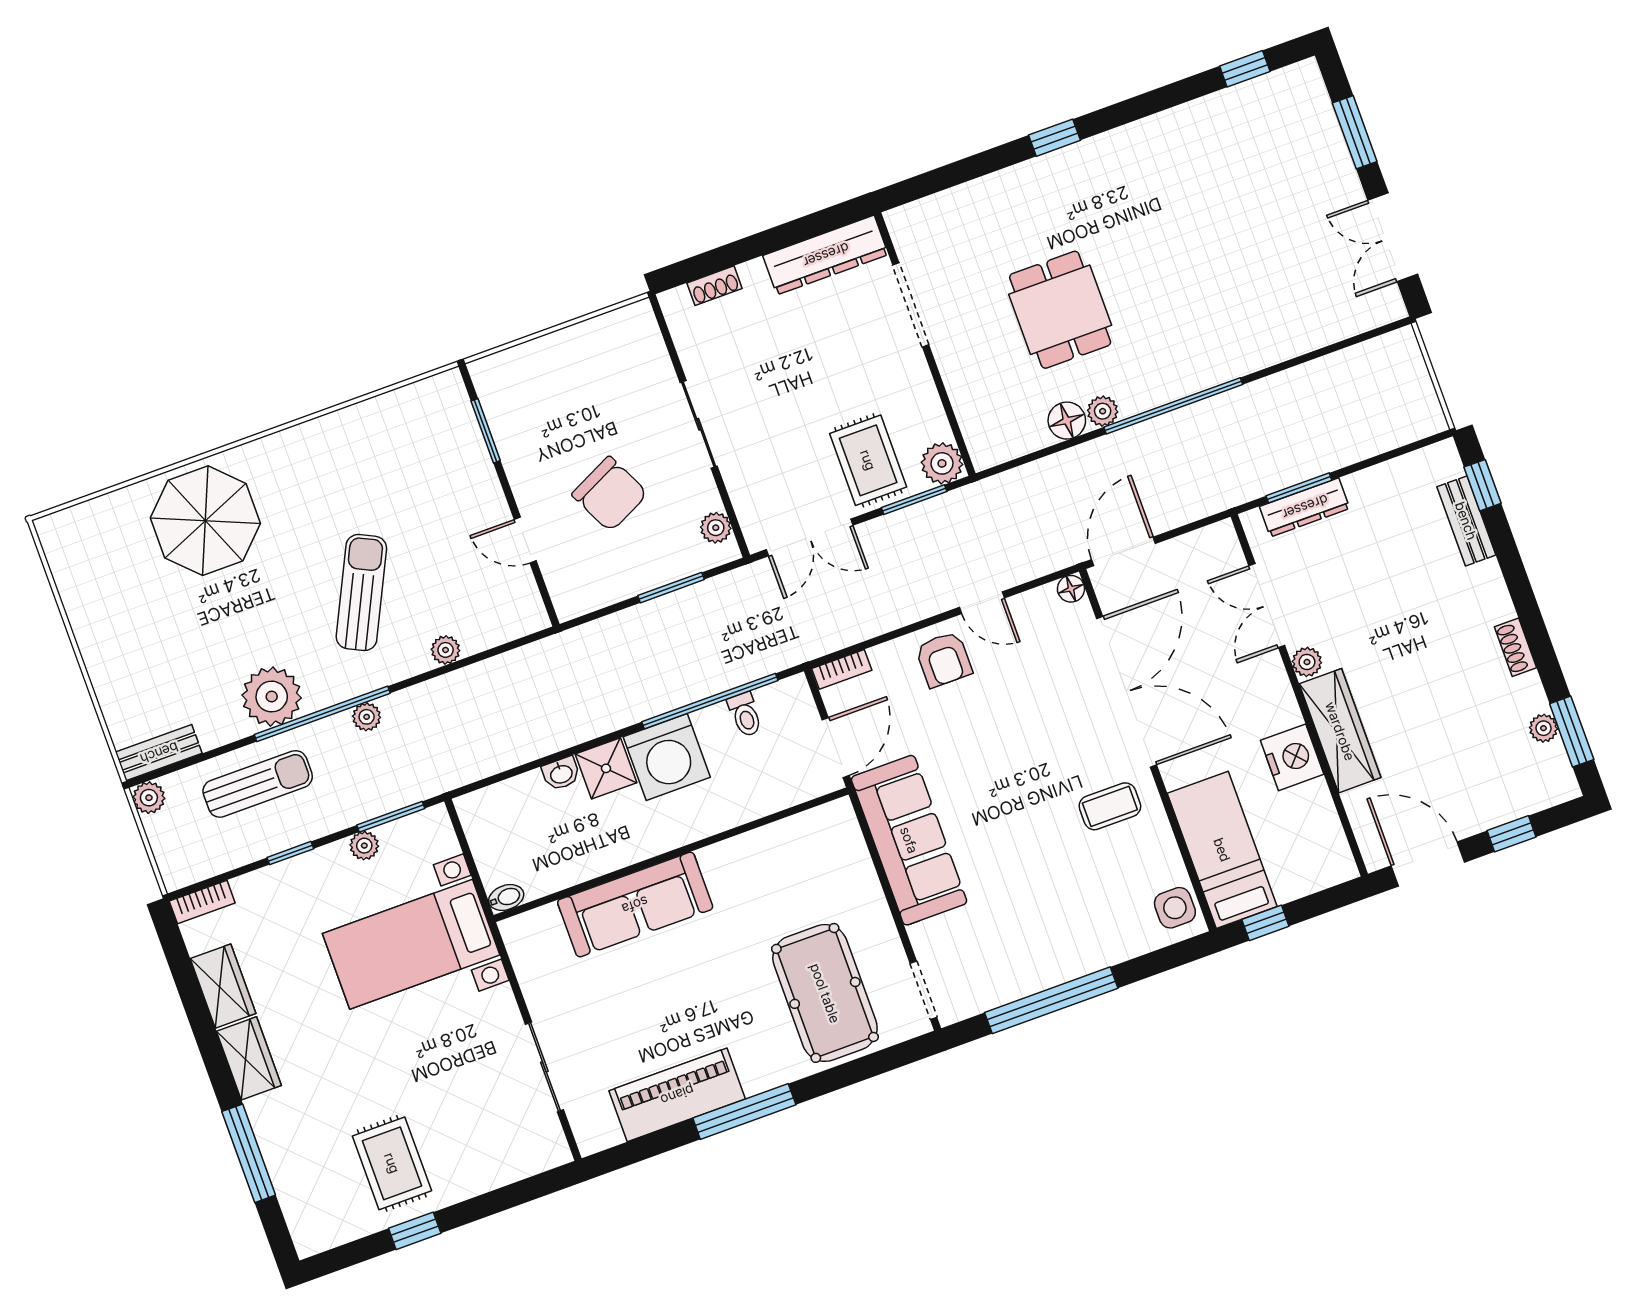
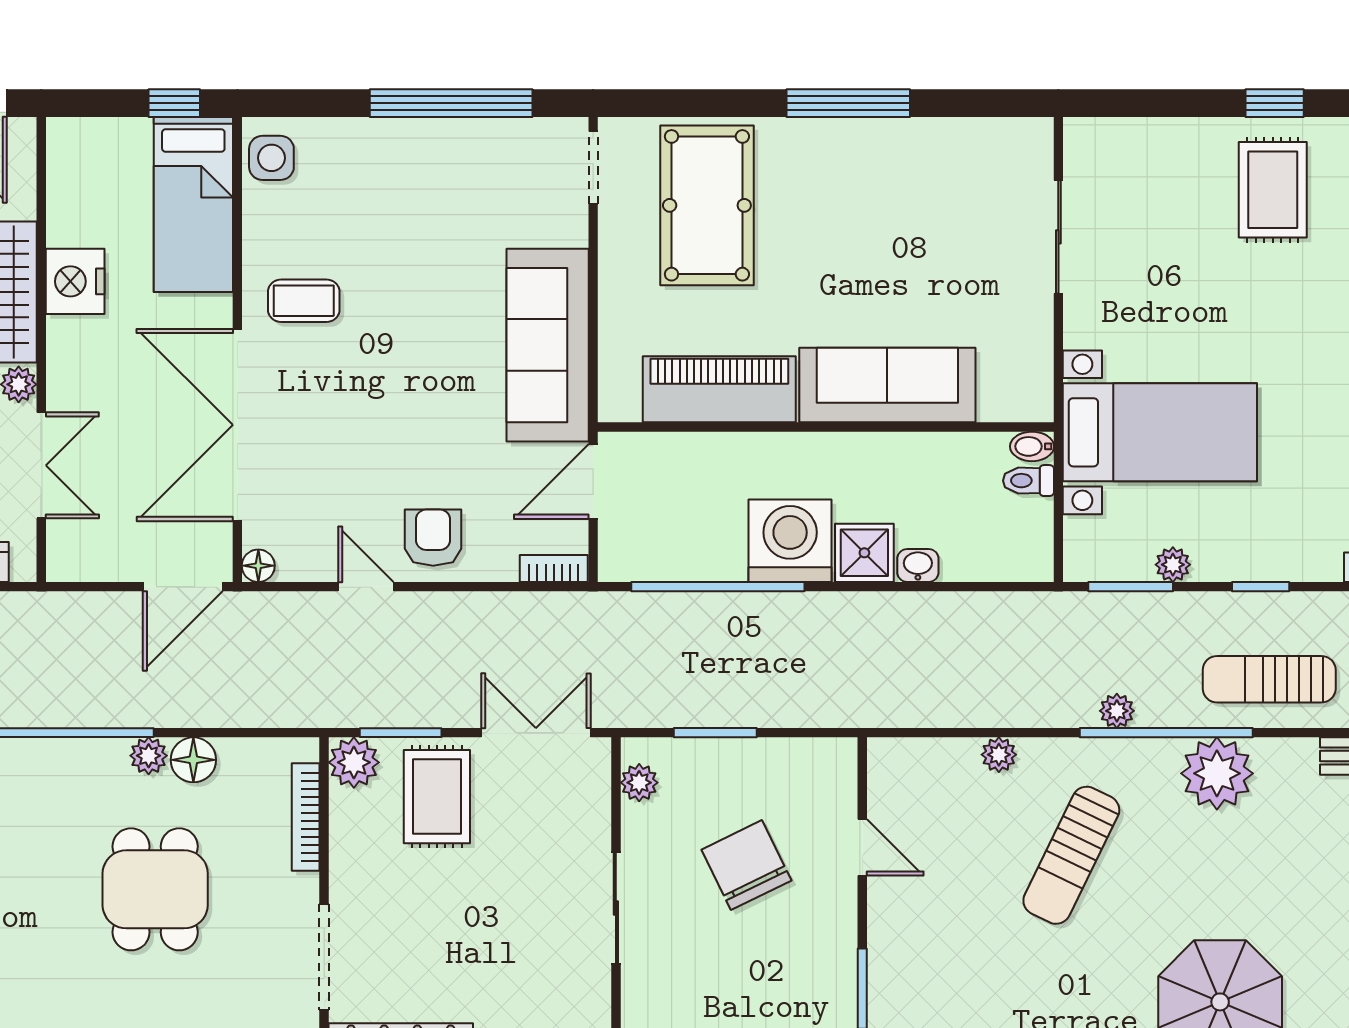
bookcase: (964, 408) -> (306, 817), added
toilet: (745, 715) -> (1028, 481), moved, turned -90
piano: (677, 1095) -> (719, 389), moved, turned 180

